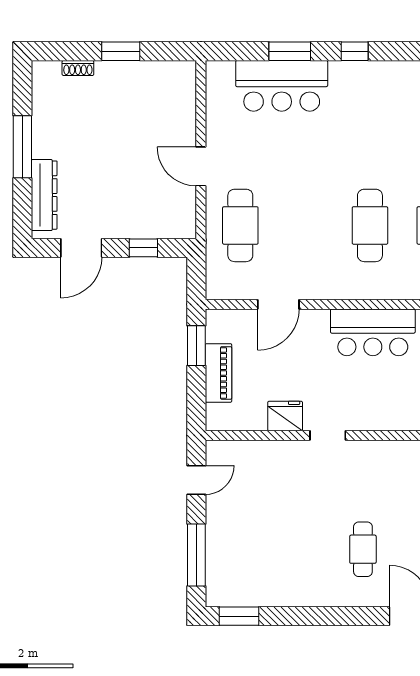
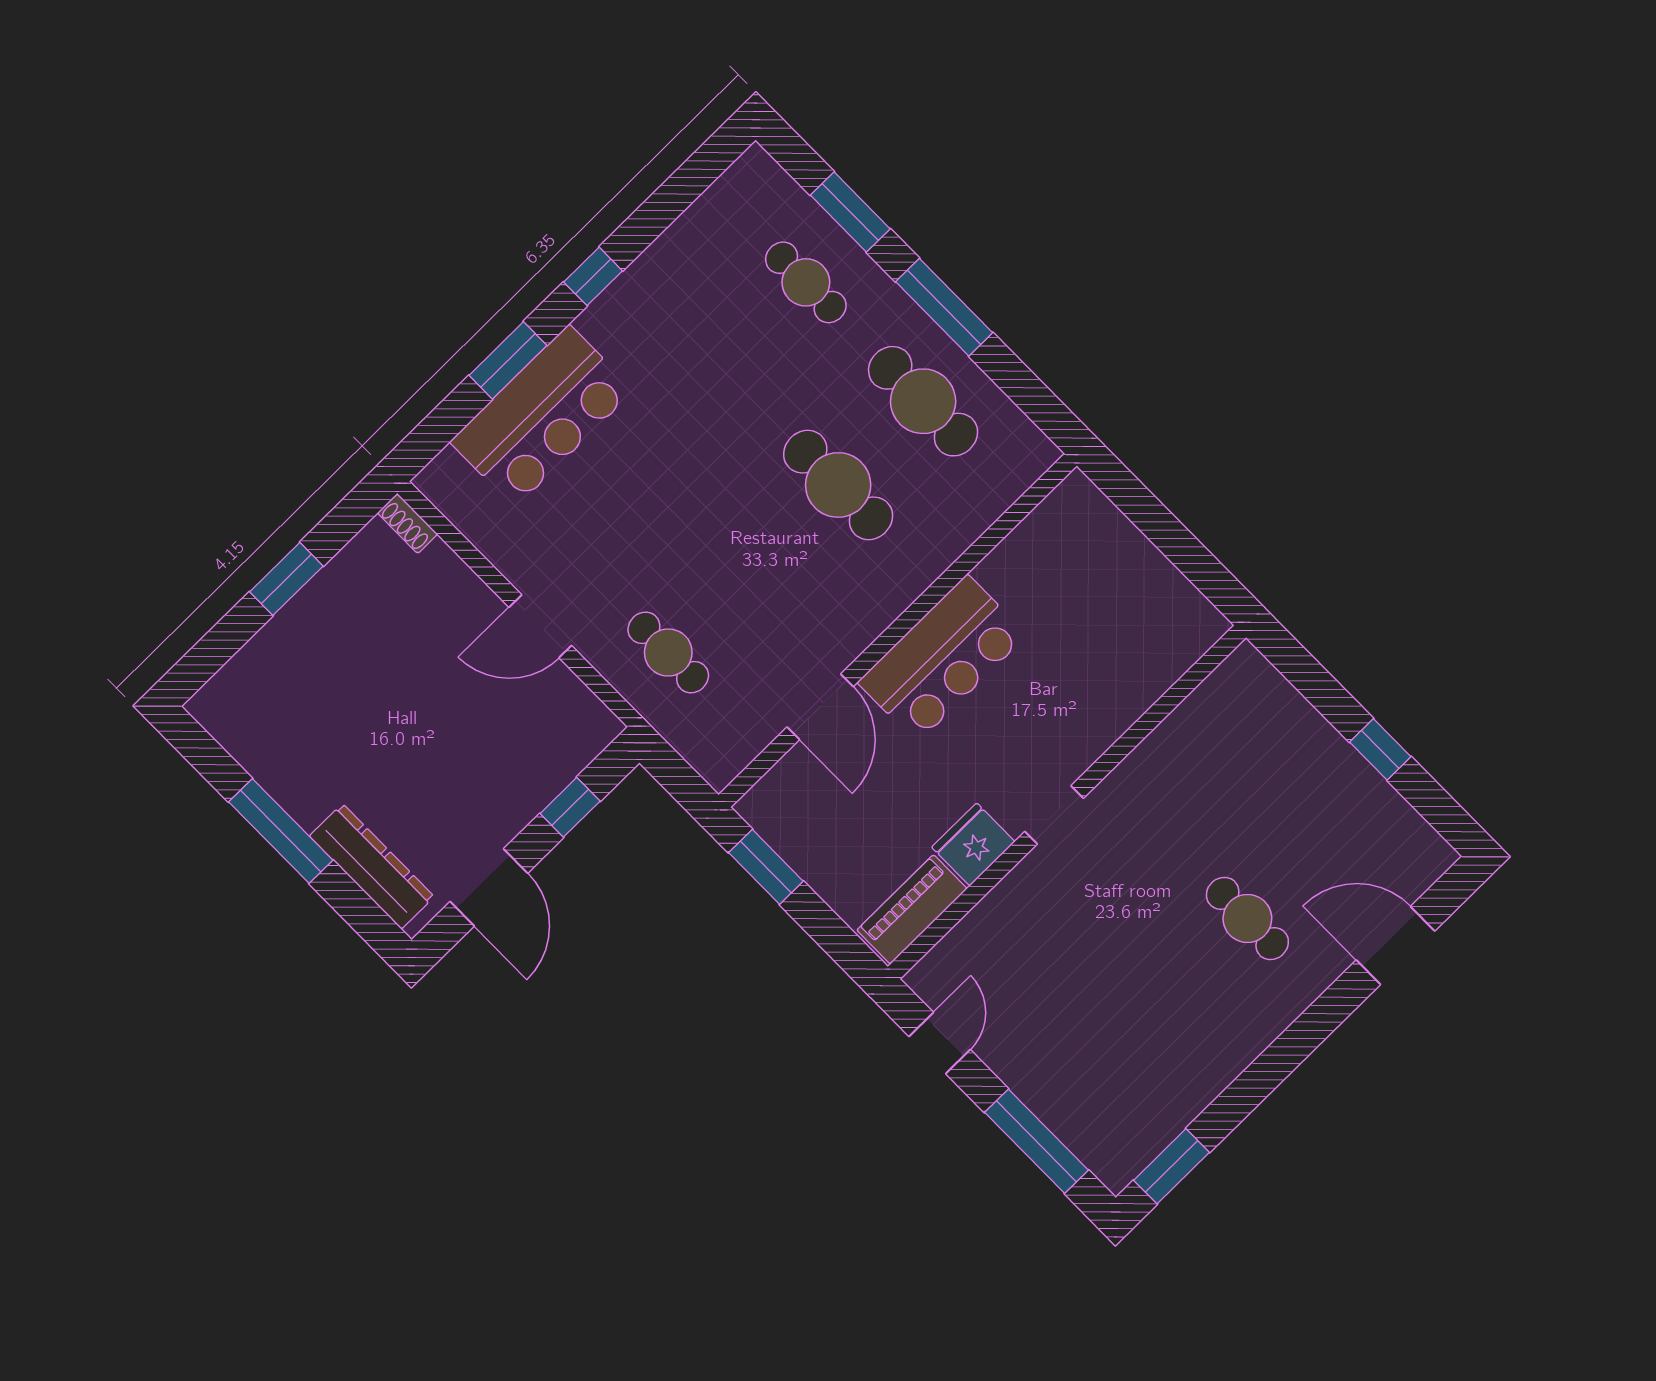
shoe rack: (78, 68) -> (407, 523), moved, turned 90
cafe table: (240, 225) -> (668, 653), width x0.73, depth x0.74
bar counter: (373, 332) -> (942, 659), moved
piano: (218, 373) -> (912, 909), moved, turned -90

